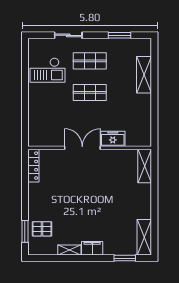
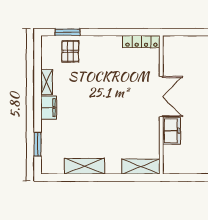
shelving: (144, 237) -> (85, 166), moved

